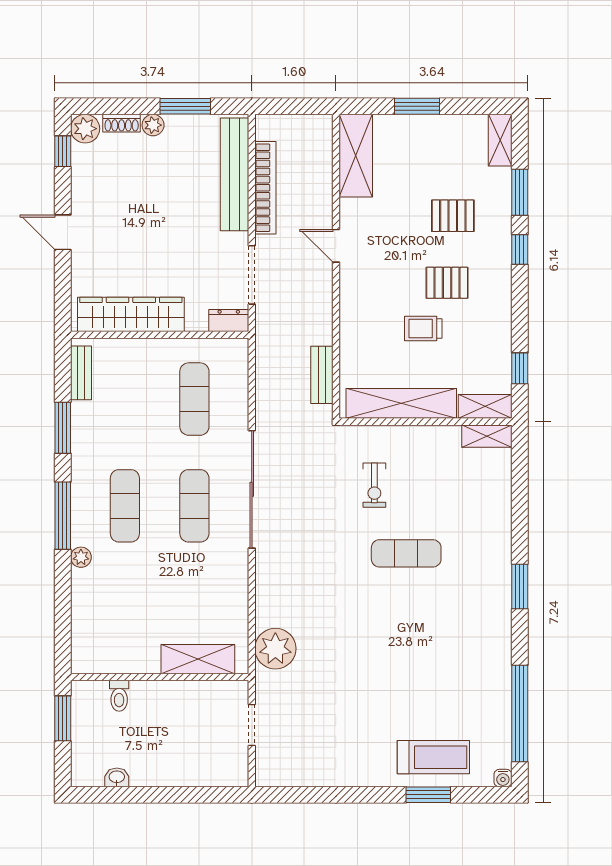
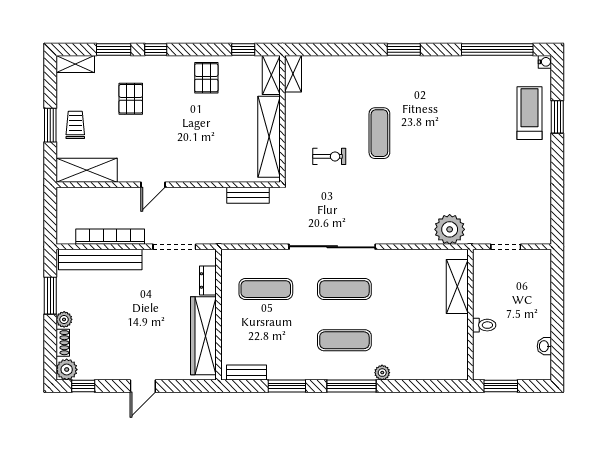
pallet: (447, 283) -> (206, 78), moved
dresser: (229, 320) -> (208, 280), moved
trolley: (423, 328) -> (75, 125), moved, turned 180
toilet: (119, 696) -> (484, 325), moved

